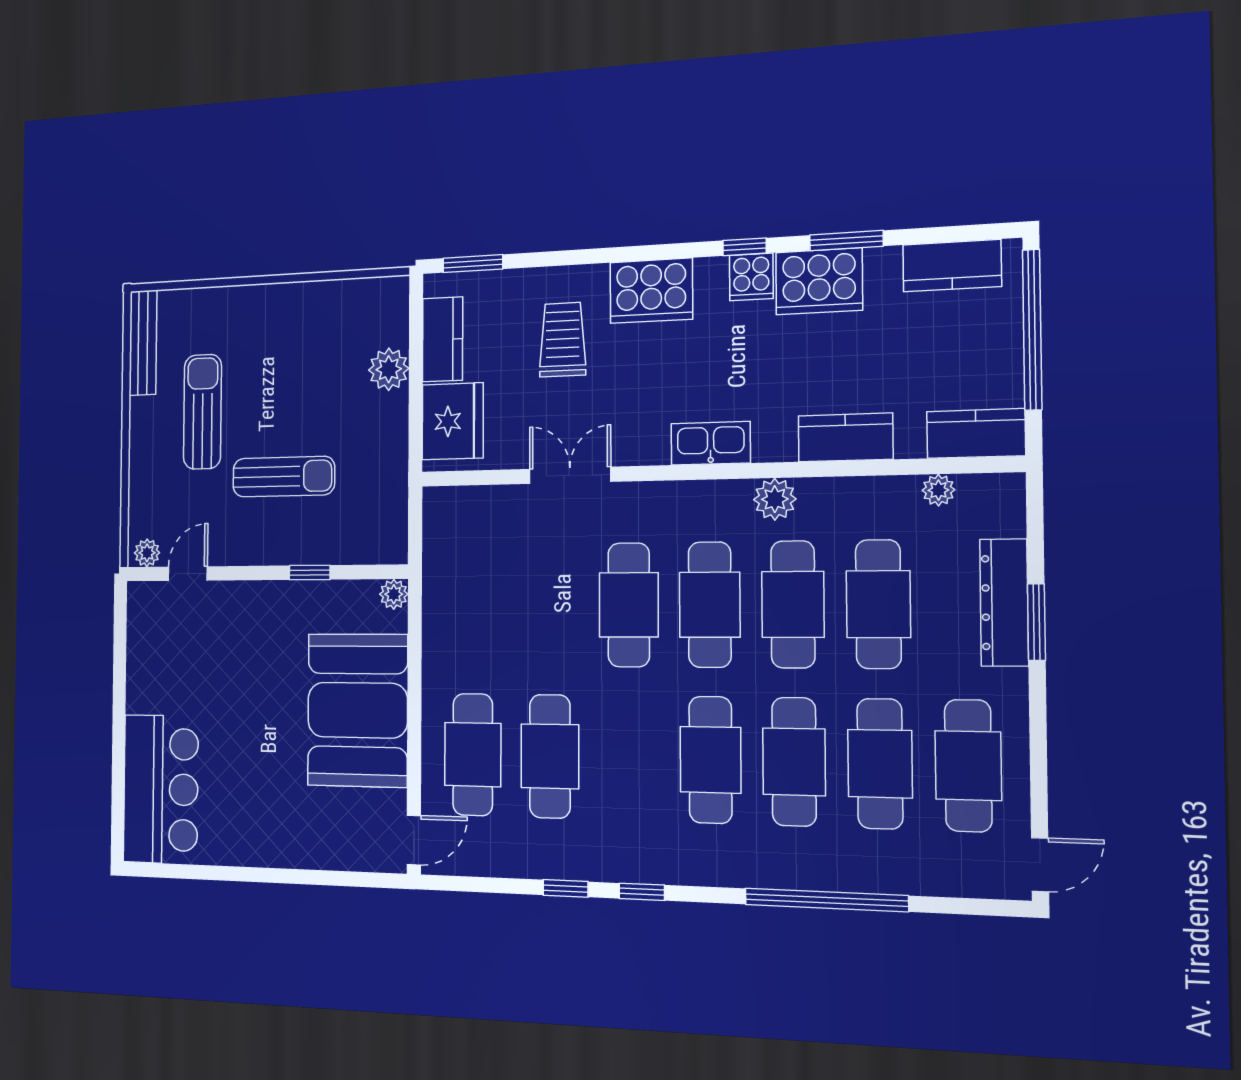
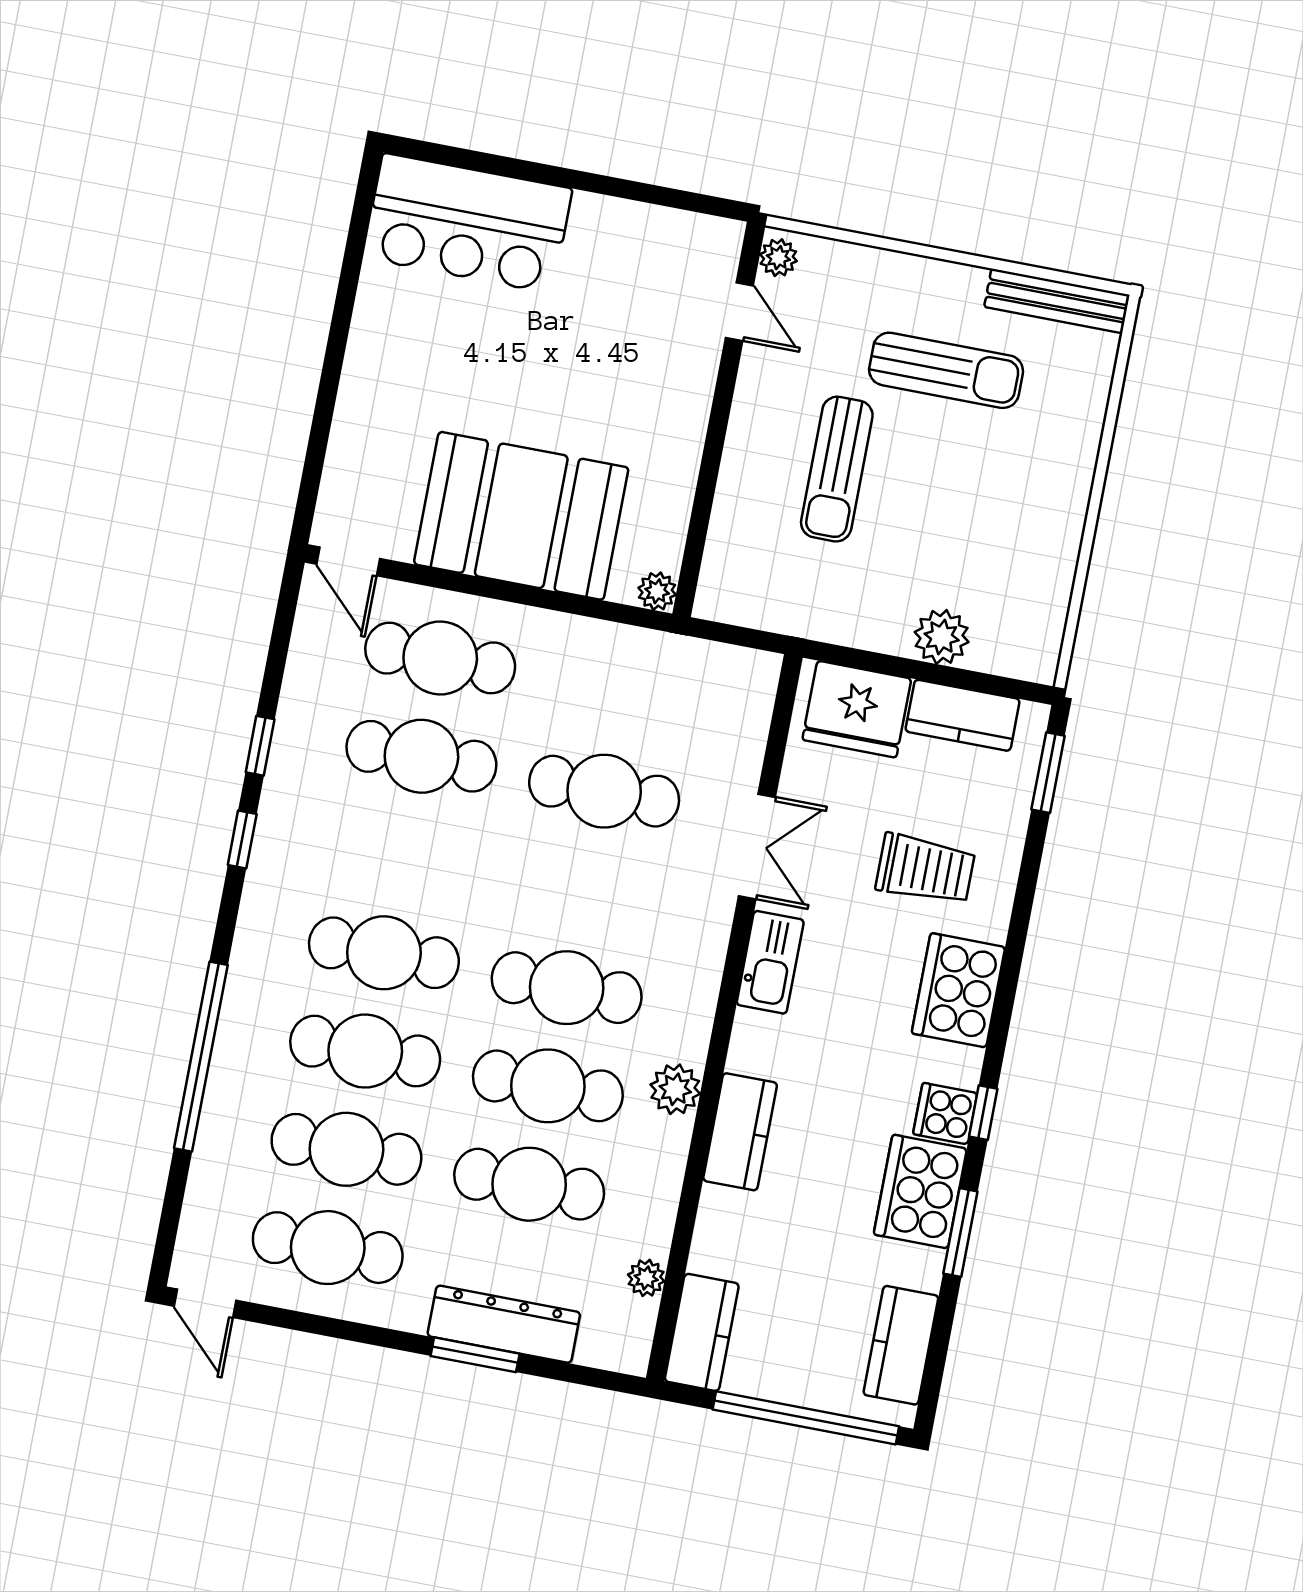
kitchen counter: (845, 437) -> (740, 1132), moved
kitchen sink: (711, 443) -> (770, 962), moved
window: (310, 572) -> (707, 483), removed
cafe table: (629, 605) -> (604, 791), moved

